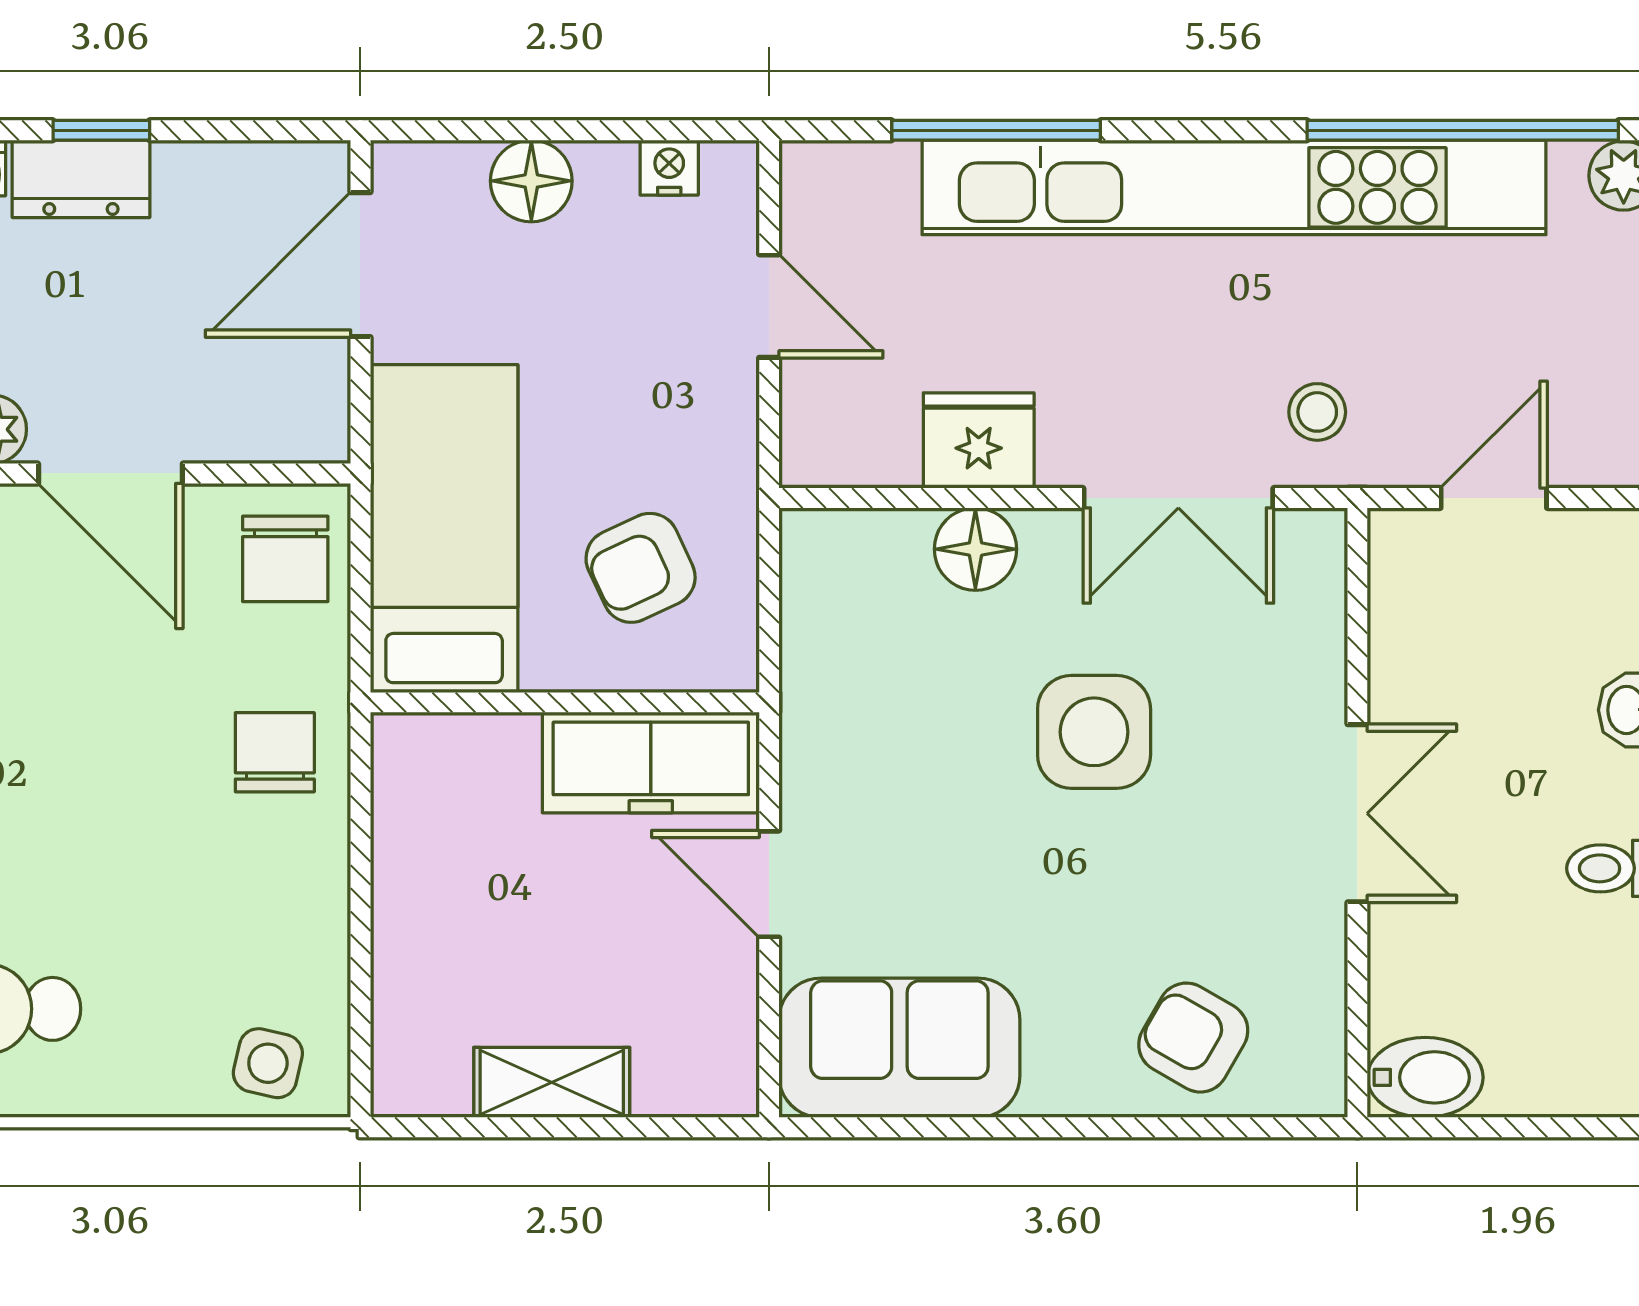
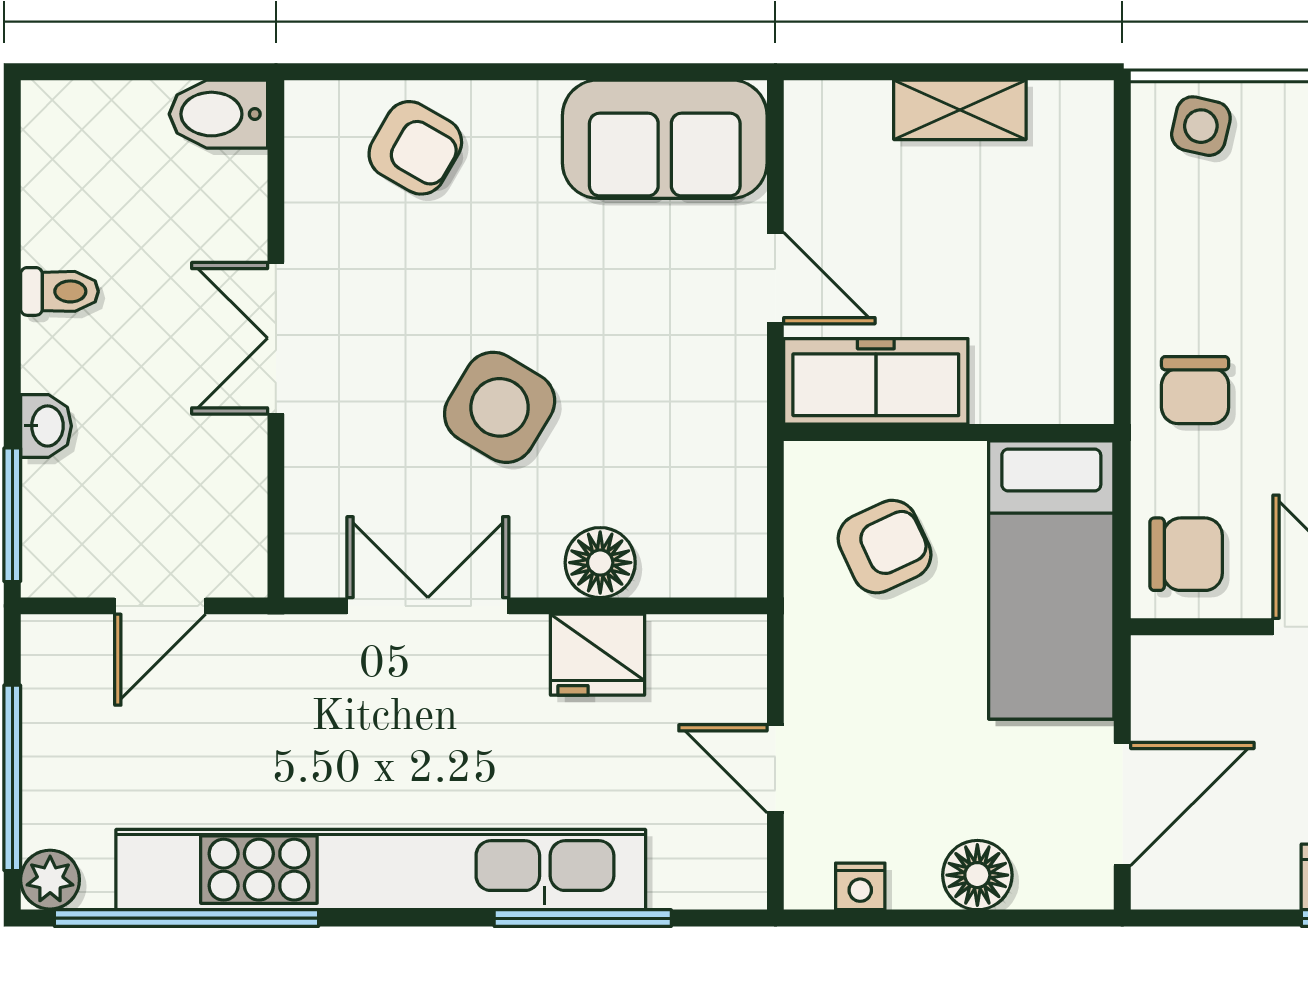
stool: (1317, 412) -> (310, 679), removed
chair: (285, 559) -> (1186, 554), turned 90
side table: (1094, 732) -> (500, 407), turned 31

